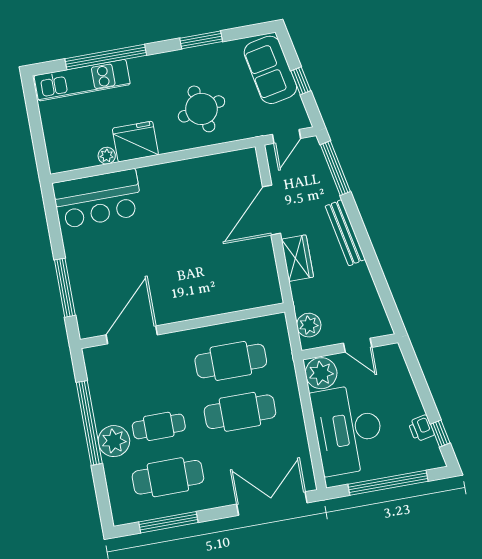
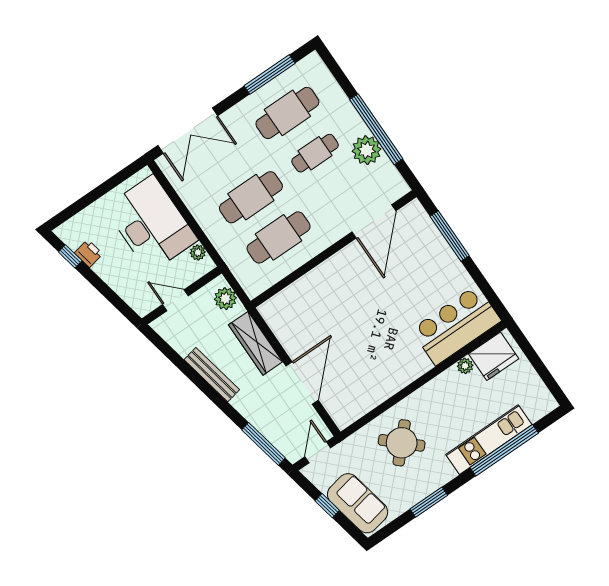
kitchen unit: (82, 80) -> (489, 440), moved
round table: (201, 109) -> (402, 443), turned -34
fridge: (135, 142) -> (494, 356), moved
bench: (345, 233) -> (212, 375), moved
wardrobe: (297, 258) -> (255, 343), width x1.50
plant: (321, 373) -> (198, 252), width x0.53, depth x0.53
plant: (114, 441) -> (367, 150), moved
window: (388, 483) -> (96, 194), removed

